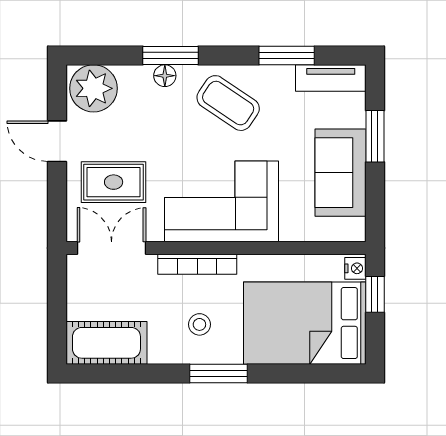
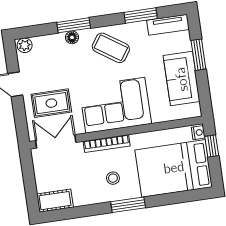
plant: (93, 88) -> (25, 45), width x0.53, depth x0.53
cot: (106, 343) -> (55, 201), width x0.73, depth x0.75

